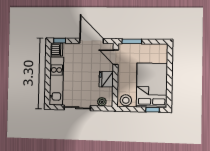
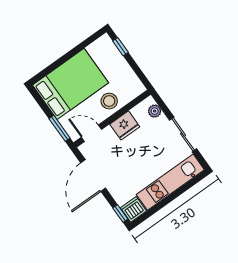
door: (116, 57) -> (91, 133), swing flipped
bed: (152, 85) -> (71, 84), moved, turned 180
stool: (126, 100) -> (109, 101), moved

